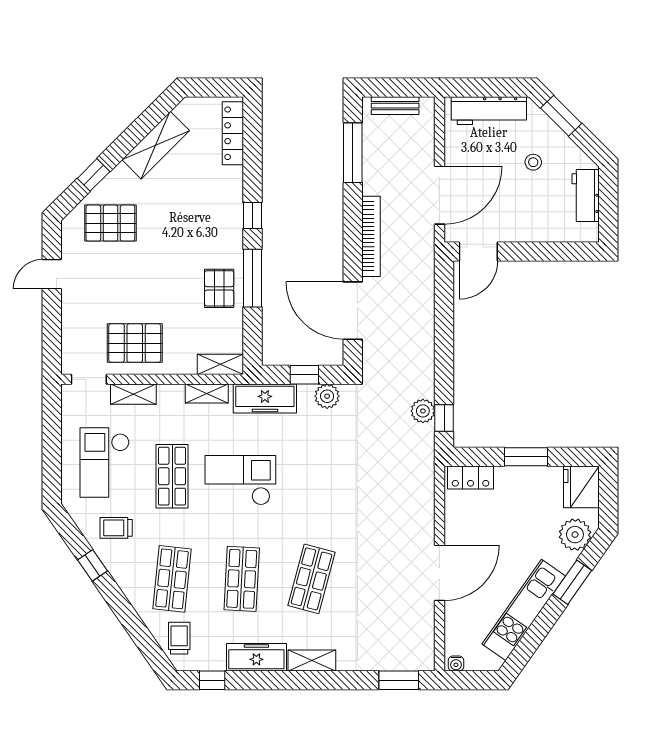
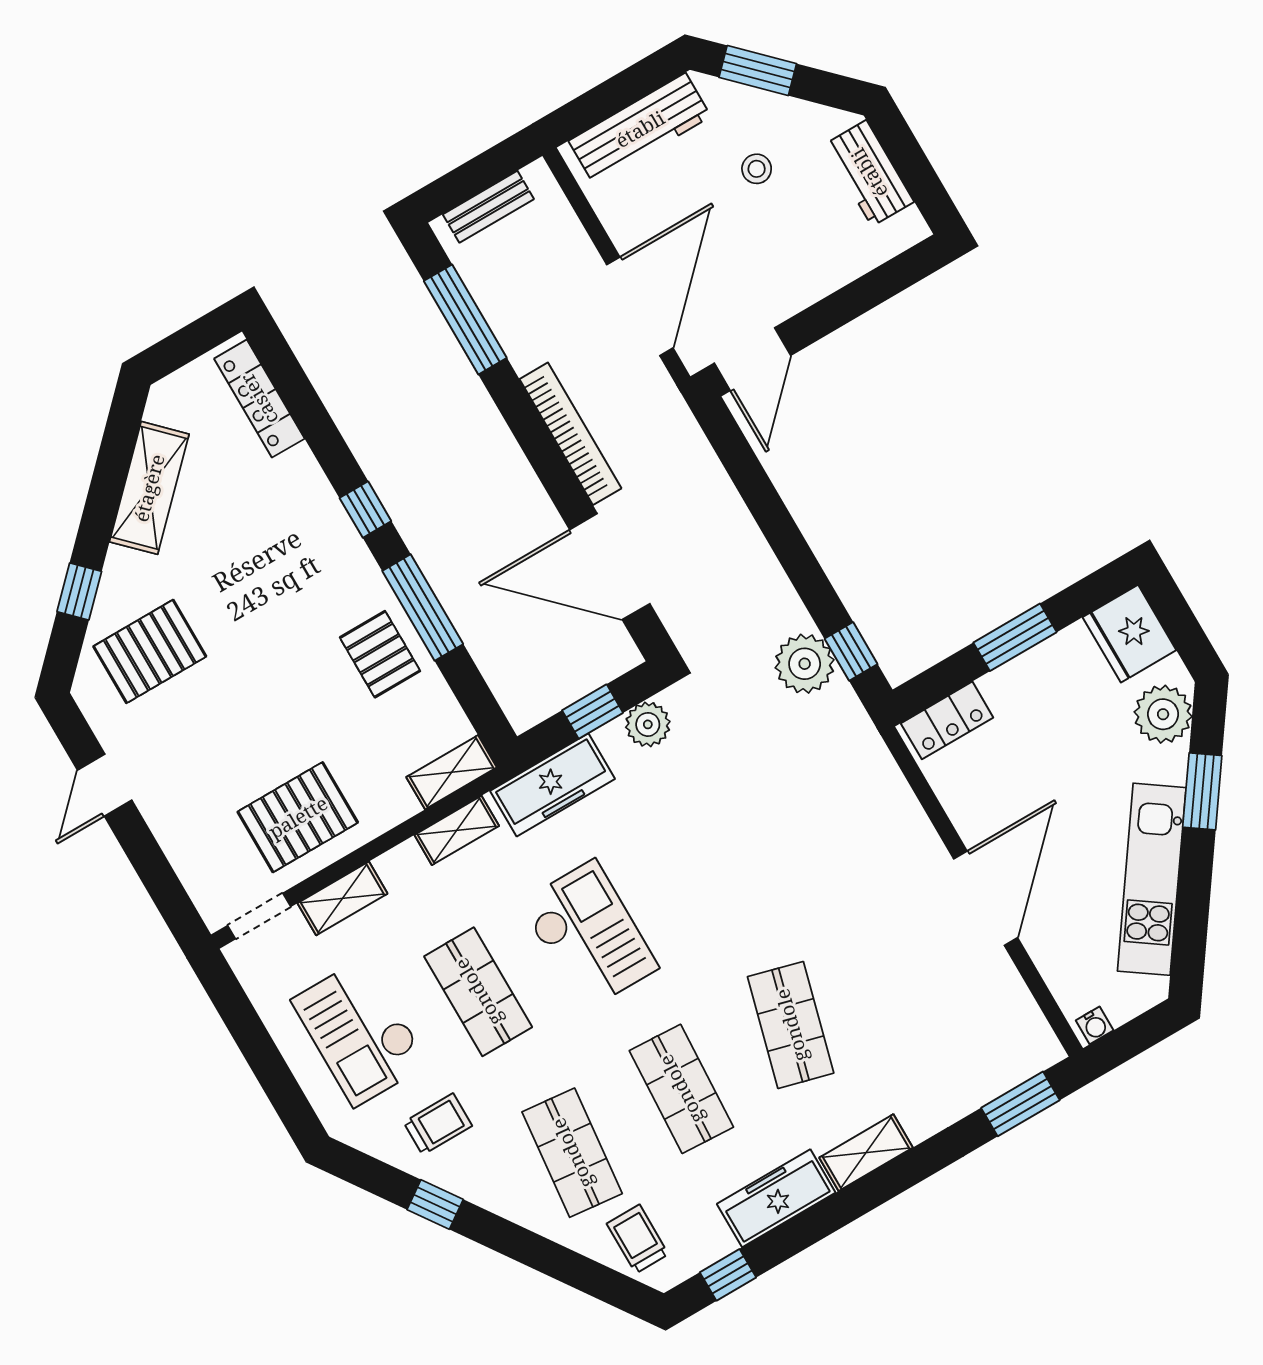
plant: (423, 411) -> (805, 664), width x1.36, depth x1.36
checkout: (240, 480) -> (589, 935), turned 90
trolley: (116, 528) -> (438, 1124), turned 180

